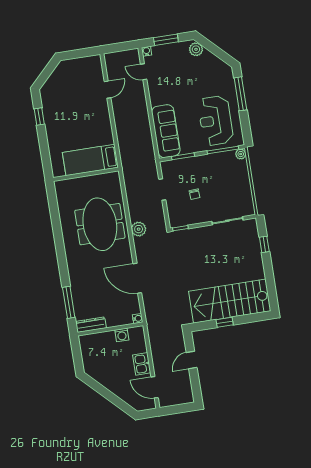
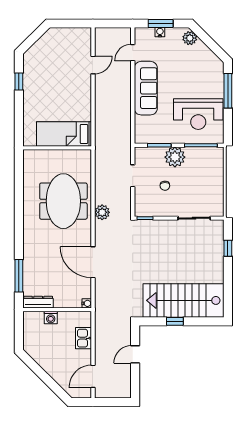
water cooler: (147, 51) -> (160, 32), moved
door: (144, 72) -> (133, 53), hinge flipped
reception desk: (216, 121) -> (198, 114), turned -90
sofa: (166, 131) -> (146, 88), moved
plant: (241, 154) -> (175, 157), moved, width x1.88, depth x1.88
washing machine: (122, 335) -> (51, 318), moved
kitchen sink: (142, 364) -> (84, 338), moved
door: (155, 387) -> (93, 376), hinge flipped

